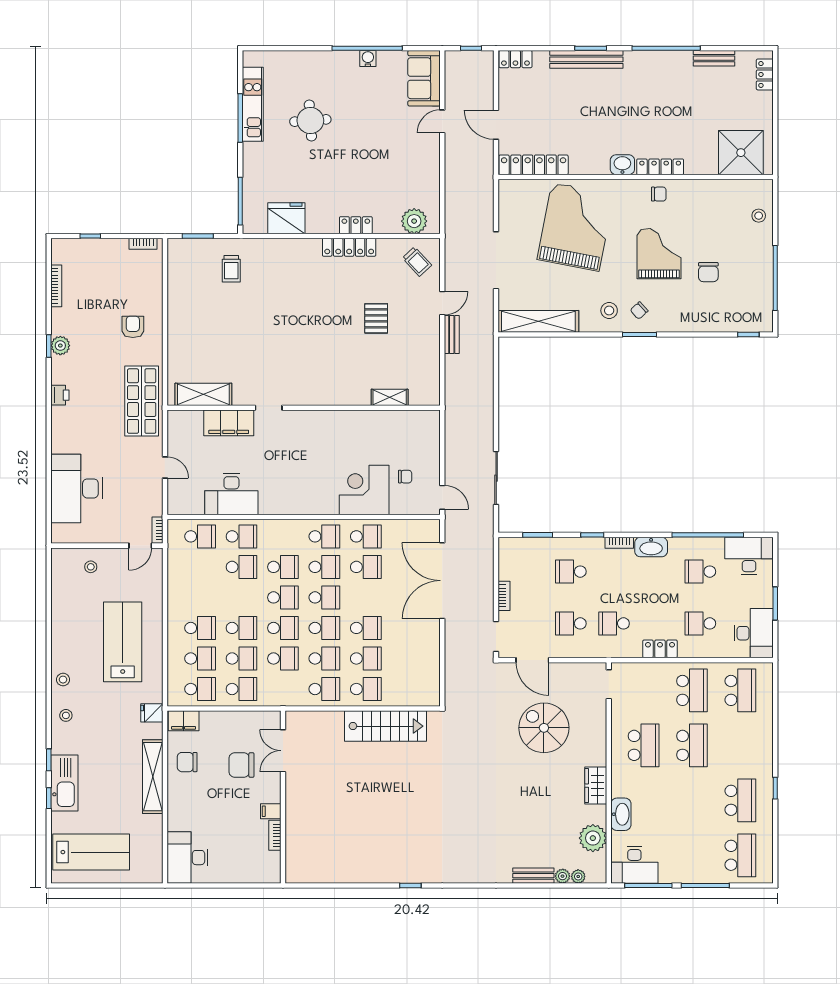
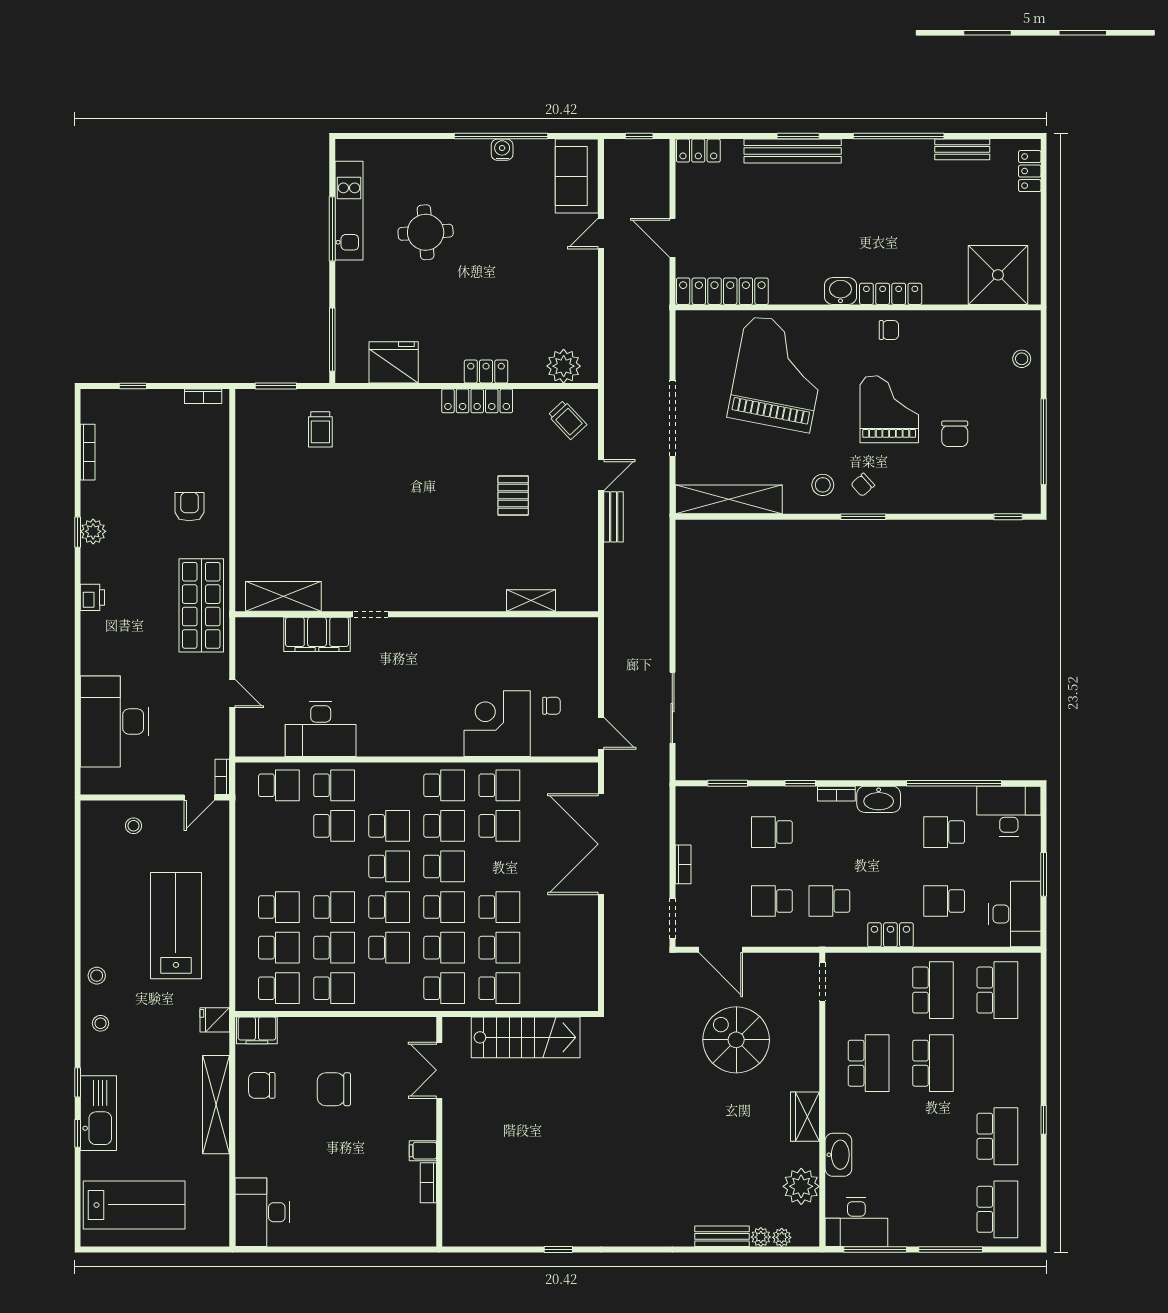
double door: (283, 751) -> (439, 1070), moved
wall: (283, 797) -> (439, 1132), moved
filing cabinet: (271, 811) -> (423, 1151), moved
bookcase: (275, 835) -> (428, 1183), moved

